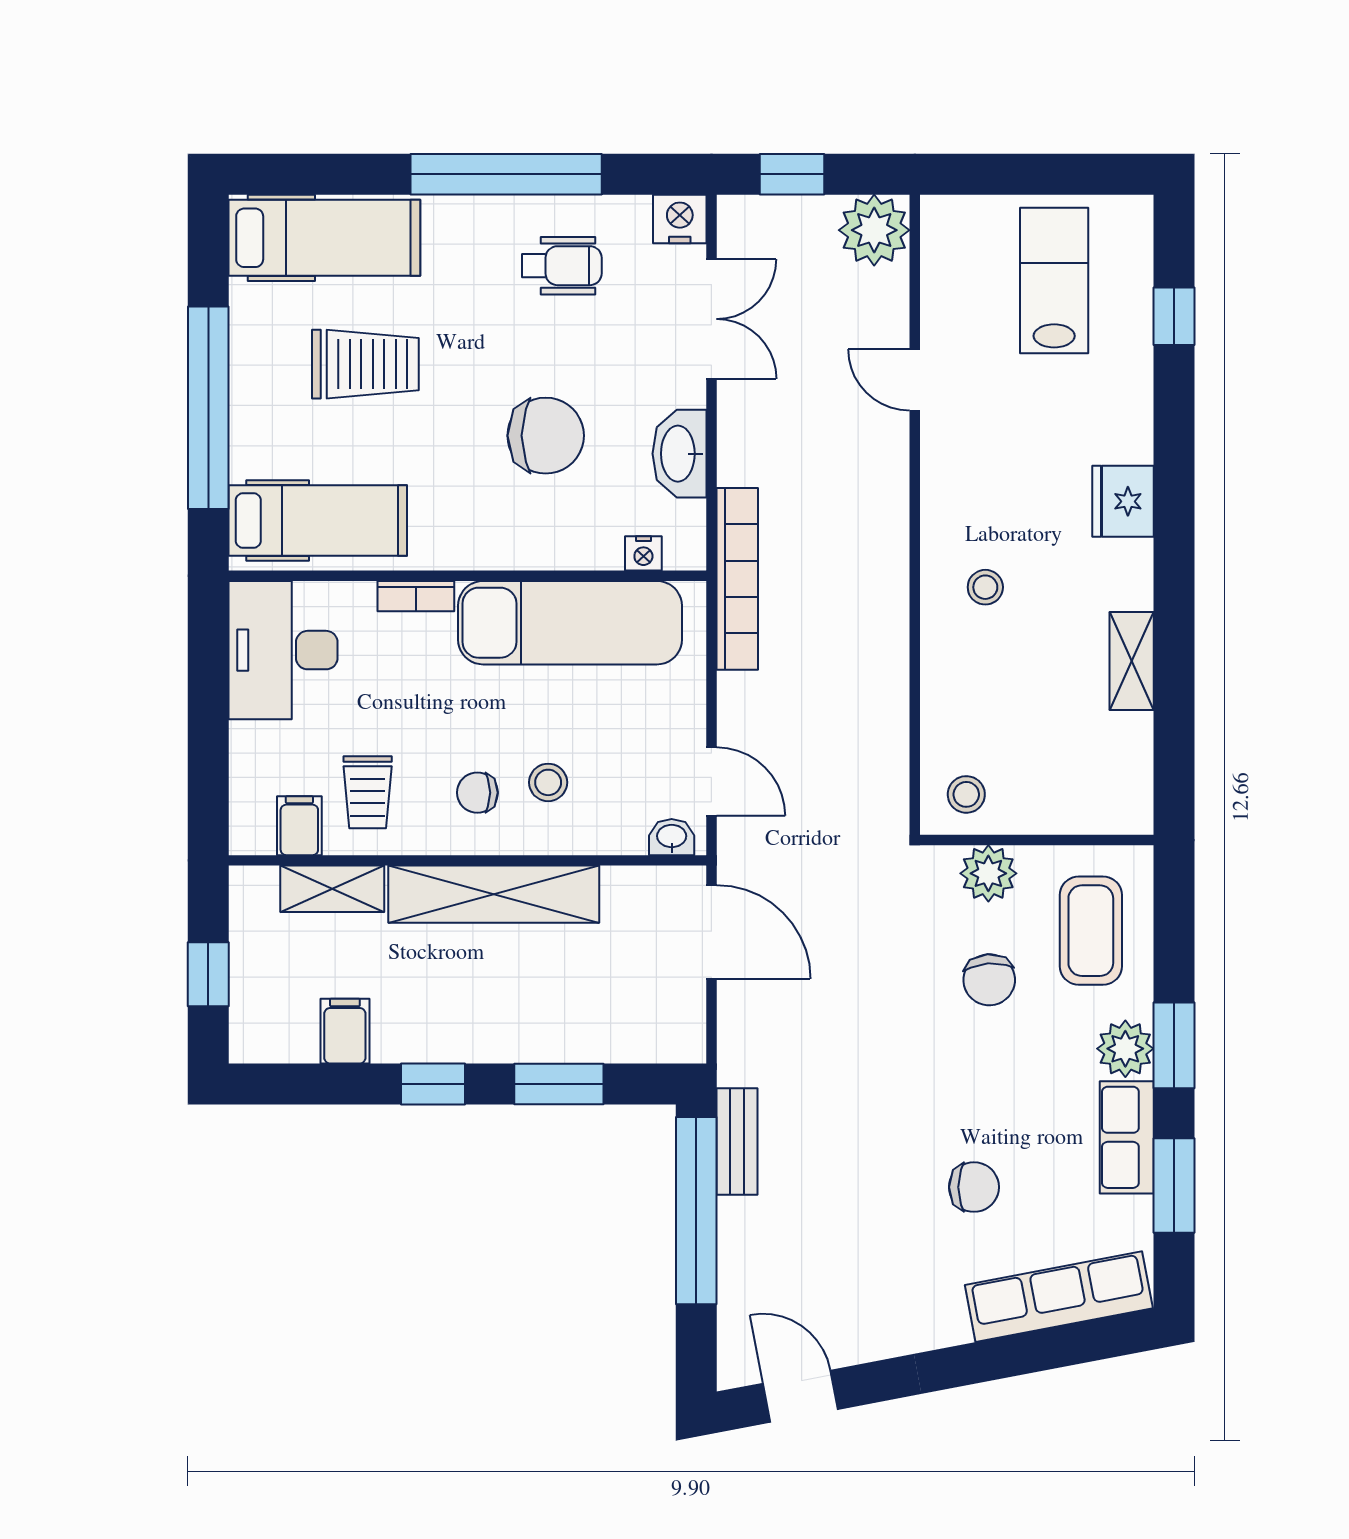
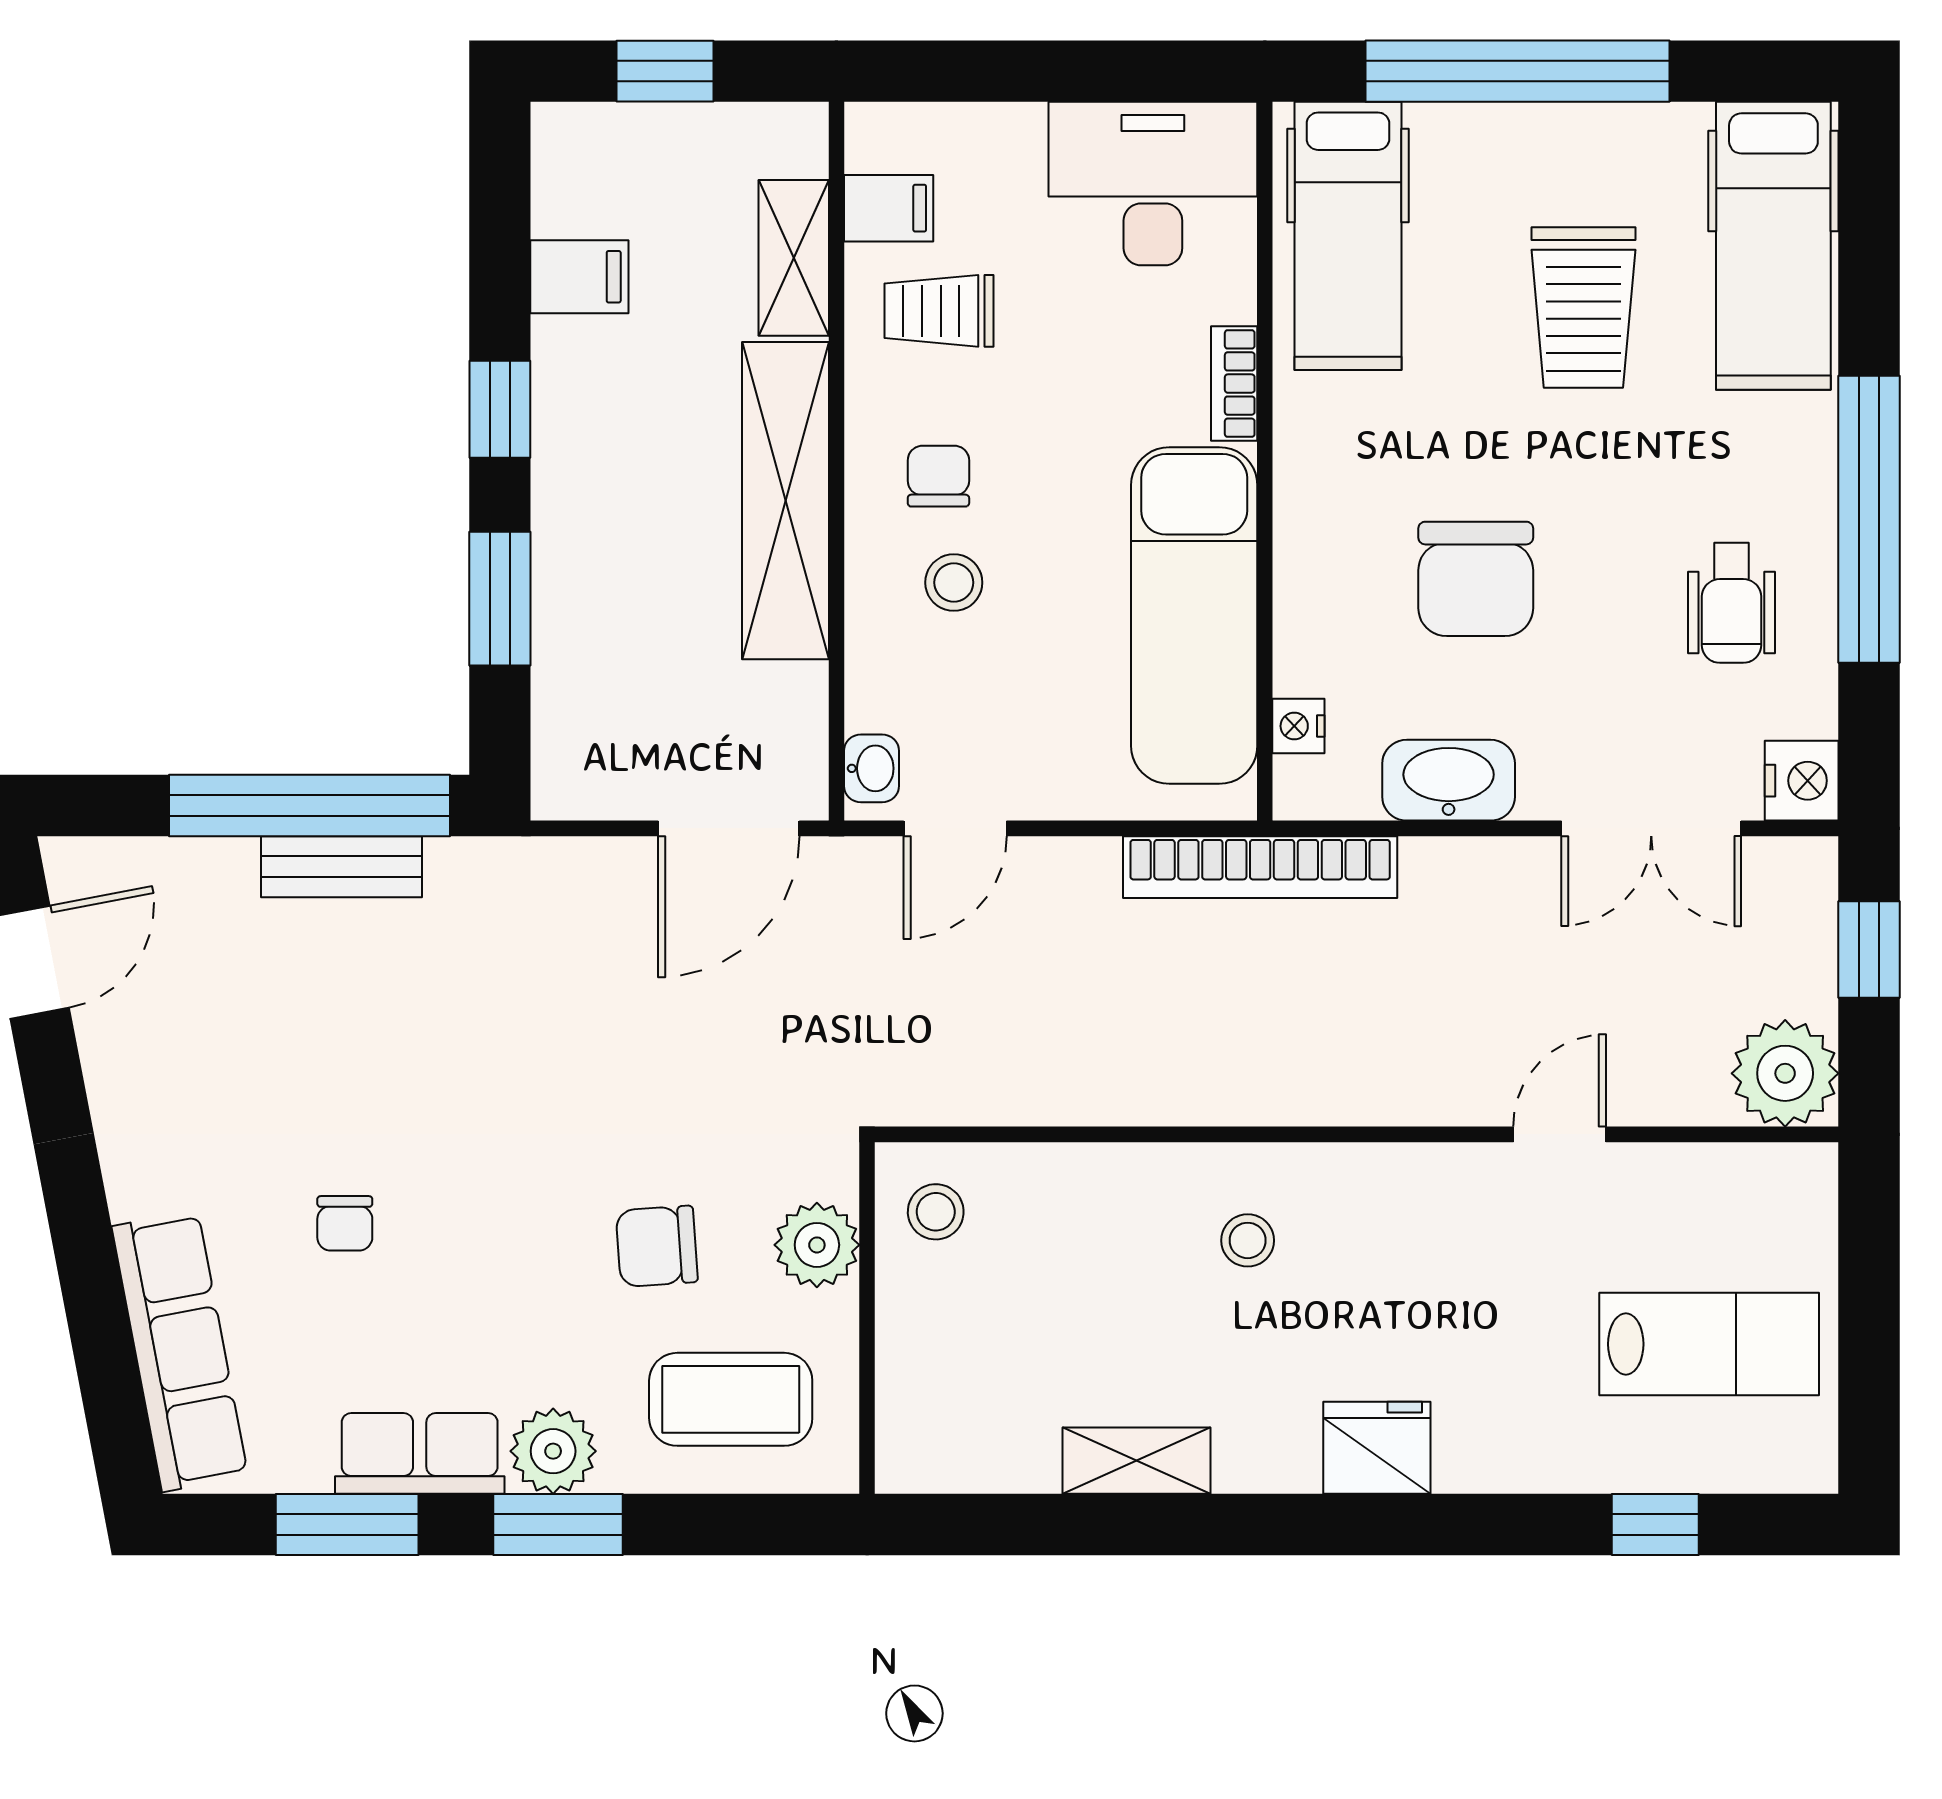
bench: (737, 1141) -> (342, 867), moved
chair: (974, 1187) -> (345, 1223), width x0.73, depth x0.73

